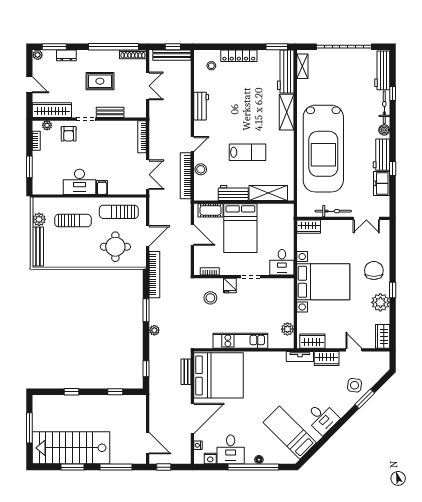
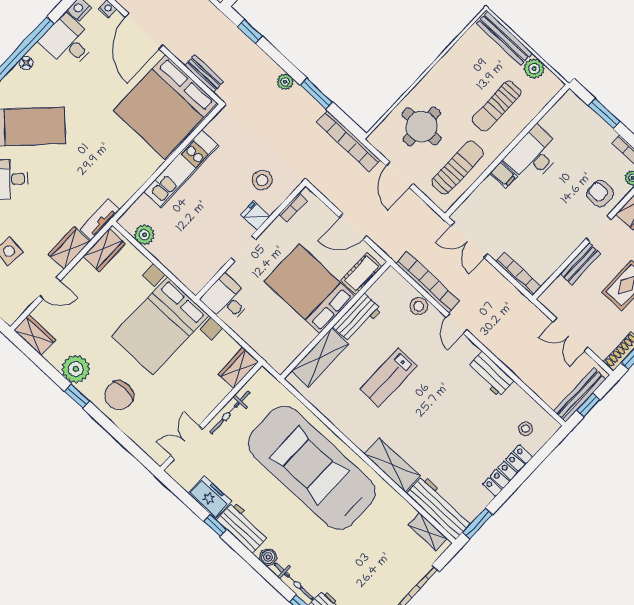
chair: (374, 270) -> (119, 396), turned 90

